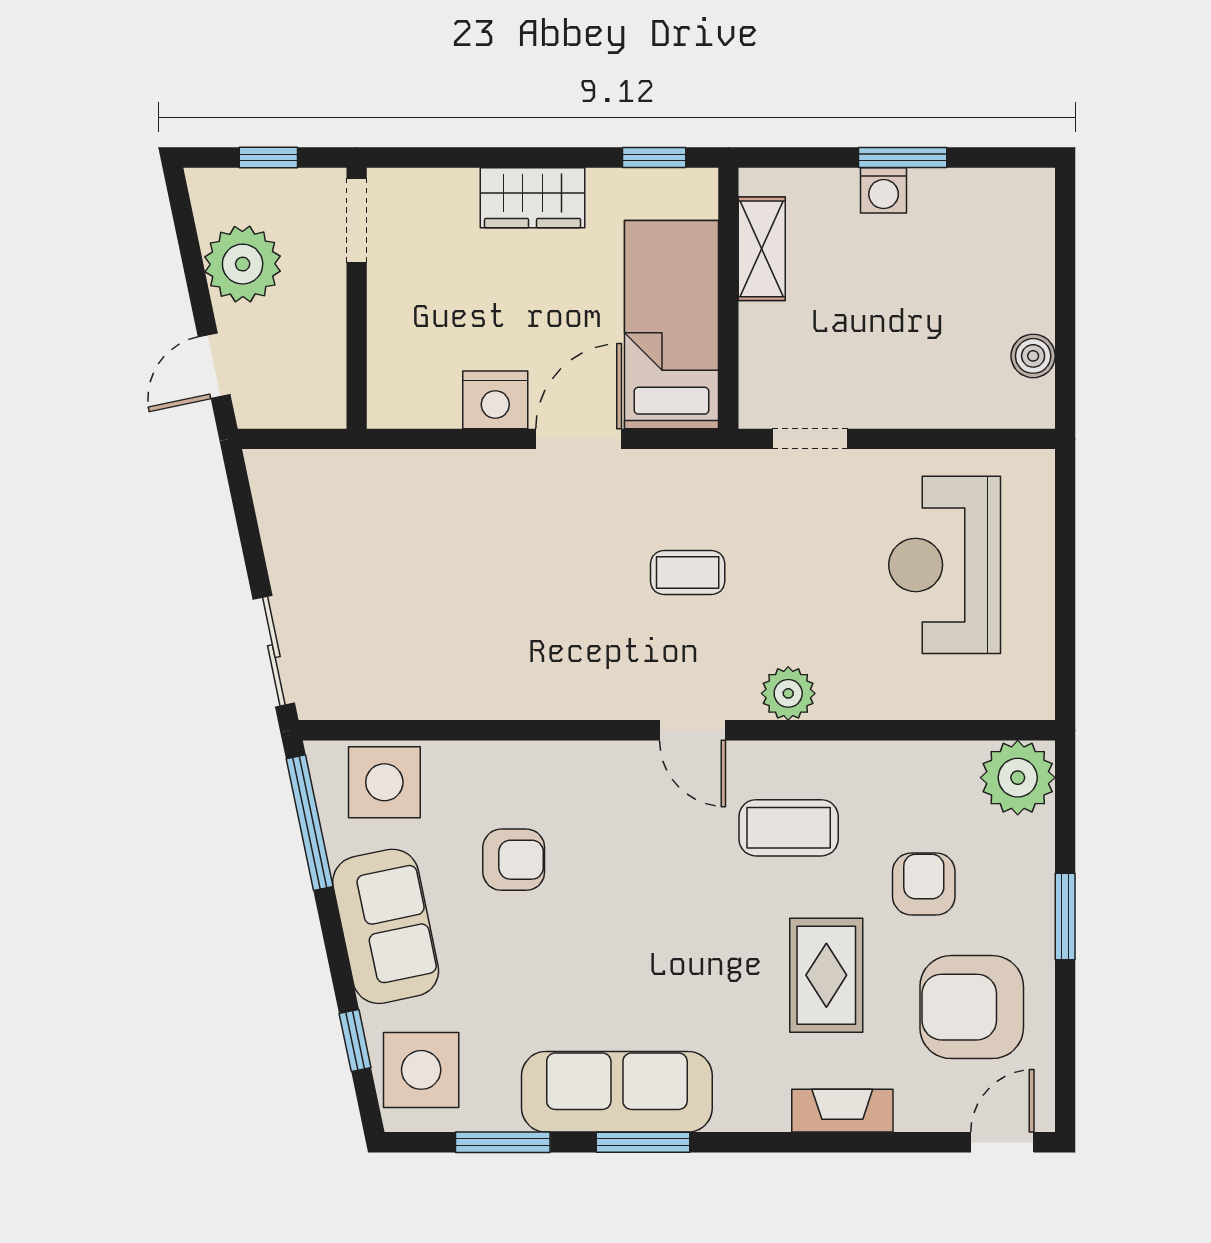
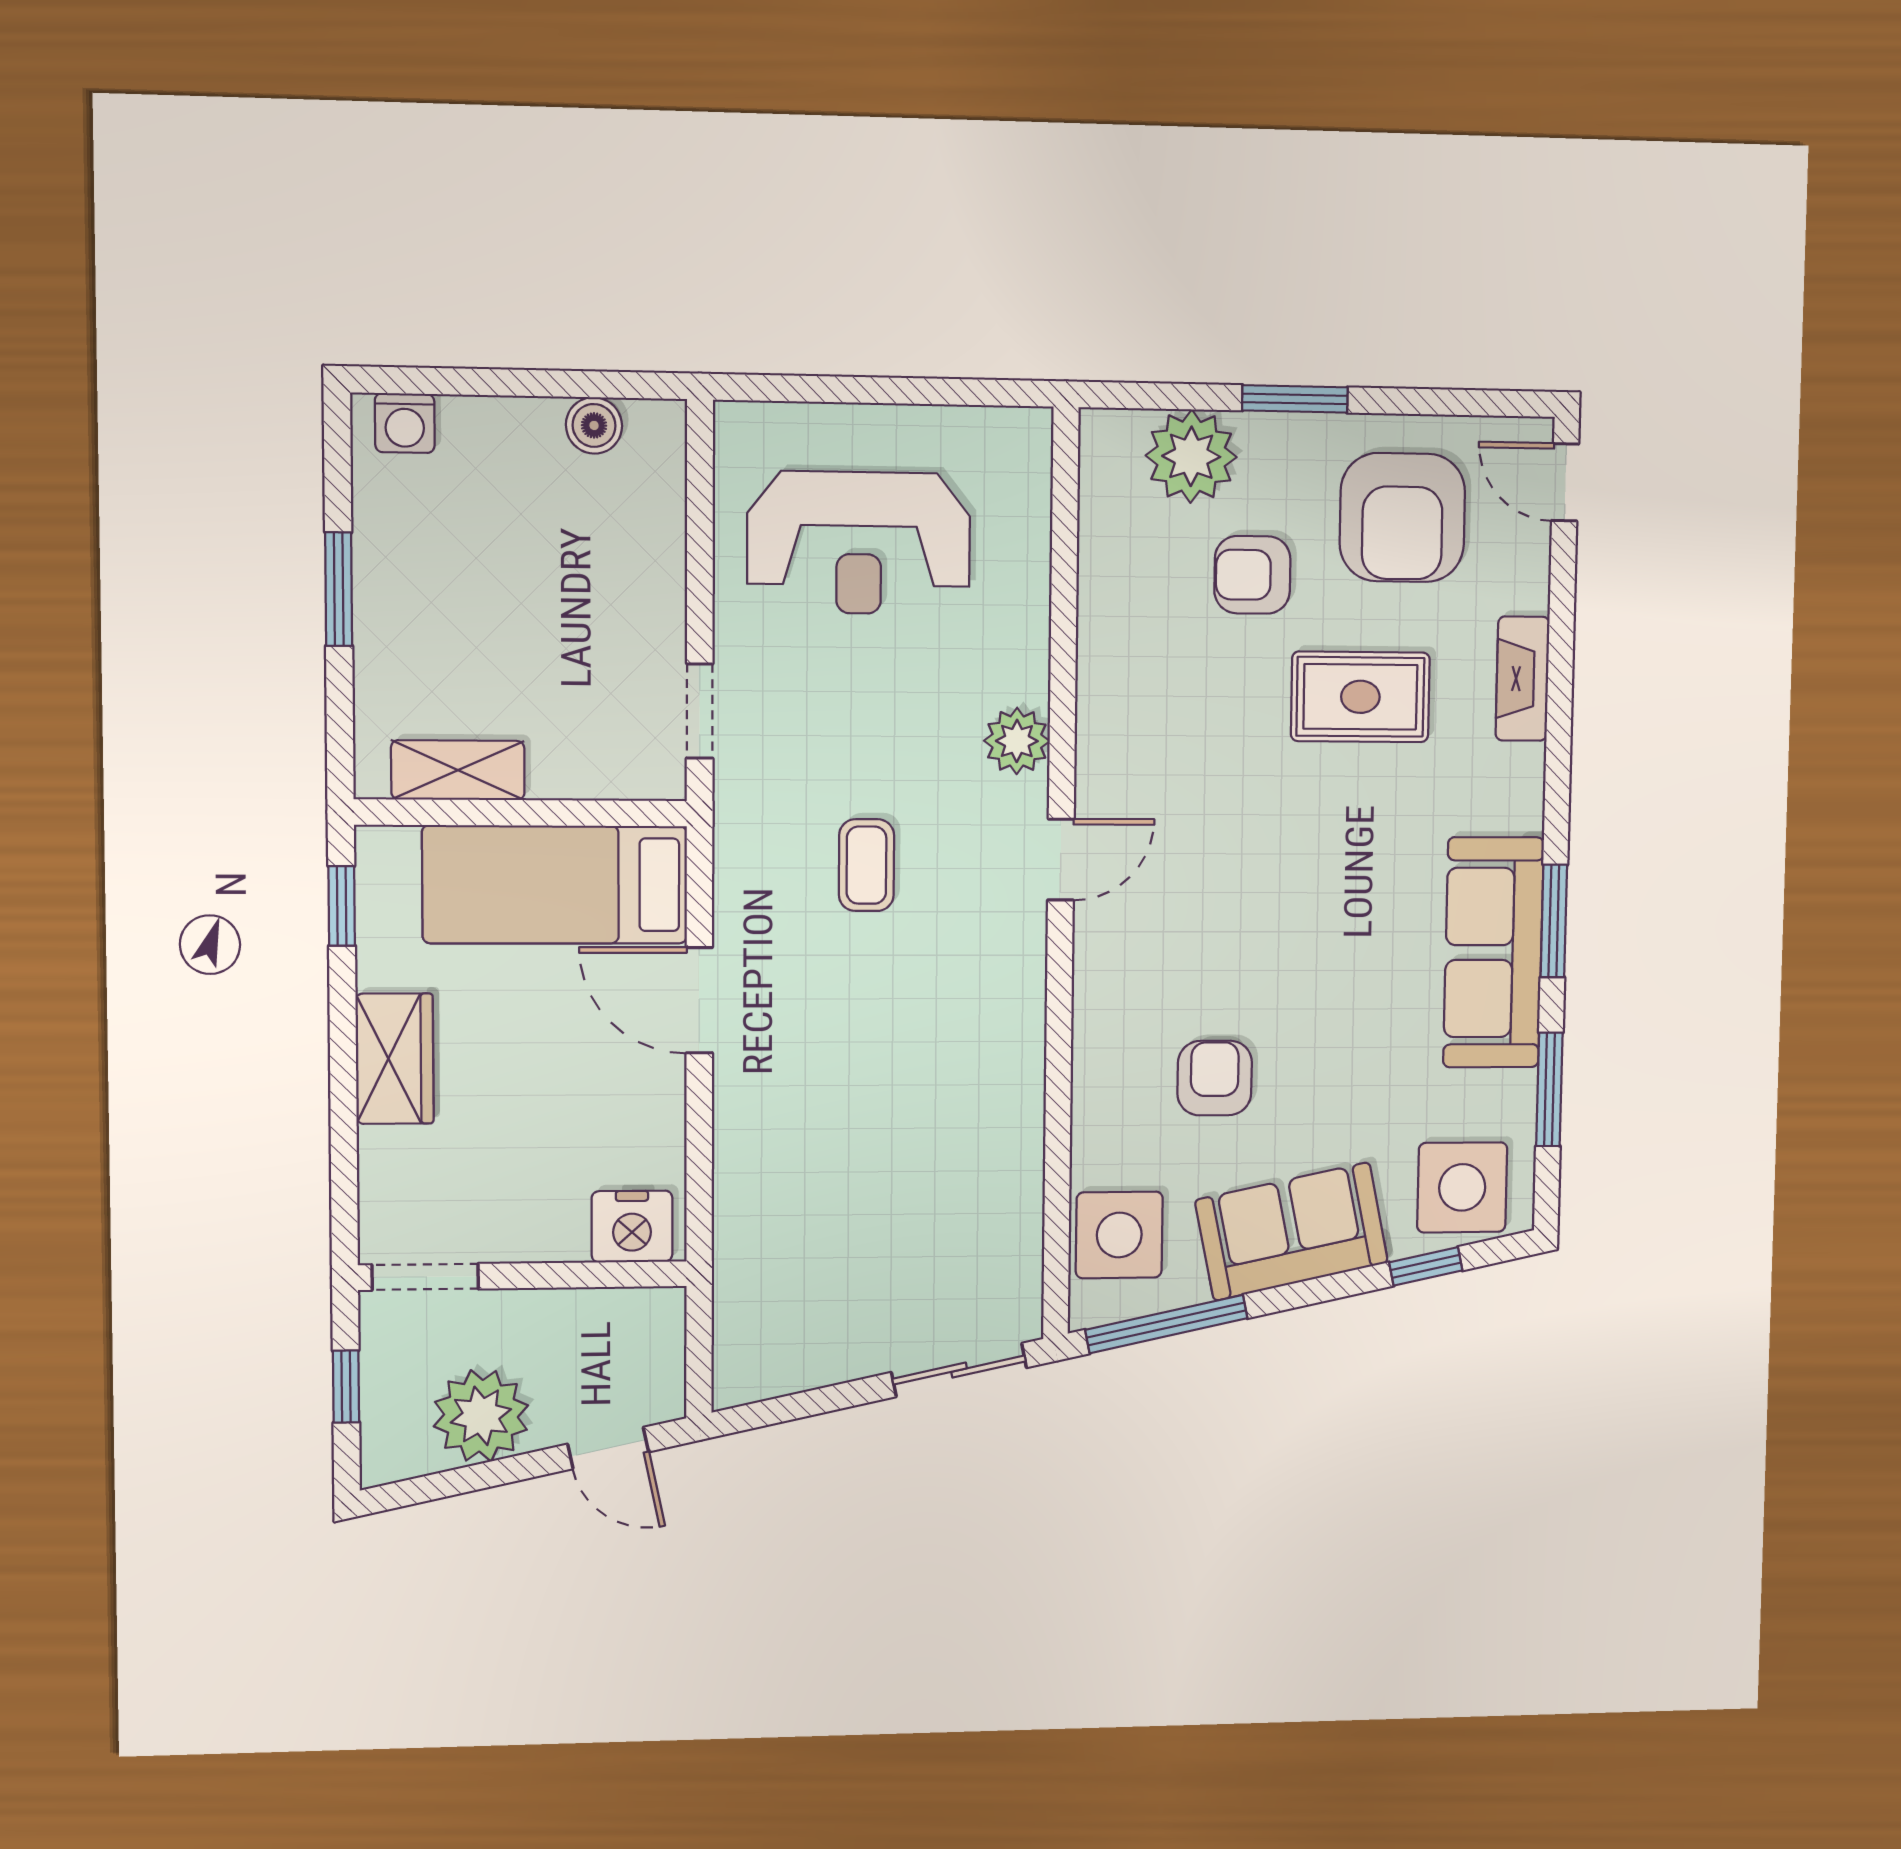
washing machine: (884, 190) -> (405, 423), moved, turned 90
nightstand: (495, 400) -> (632, 1226), moved, turned 90
plant: (1018, 778) -> (1191, 456), moved
coffee table: (789, 828) -> (1181, 742), removed

